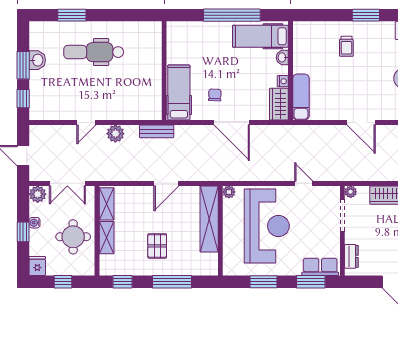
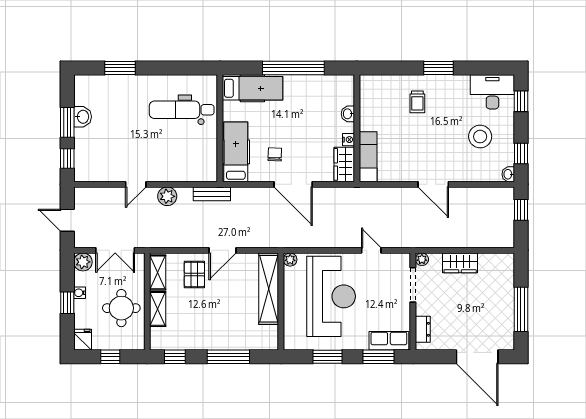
hospital bed: (260, 36) -> (252, 88), moved, turned 180
dental chair: (94, 52) -> (182, 110), moved
pallet: (157, 246) -> (194, 275), moved

